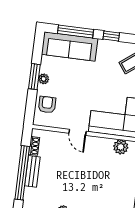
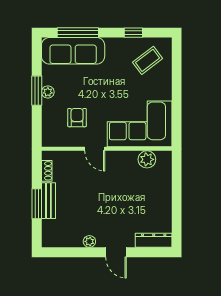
window: (111, 36) -> (133, 33), moved
armchair: (47, 105) -> (77, 118), moved
window: (22, 173) -> (37, 204), width x0.47

